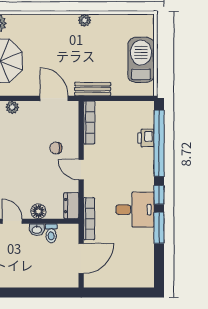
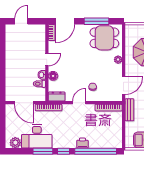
printer: (146, 138) -> (82, 143), moved
desk: (135, 210) -> (37, 136), moved, width x1.37
plant: (145, 272) -> (15, 143), added

